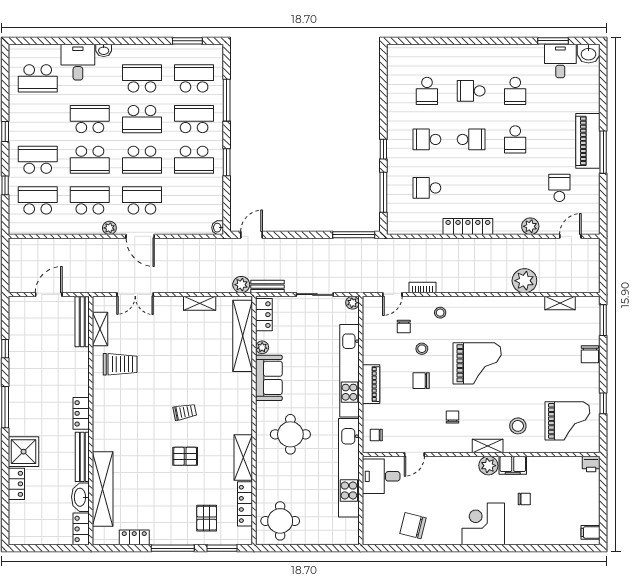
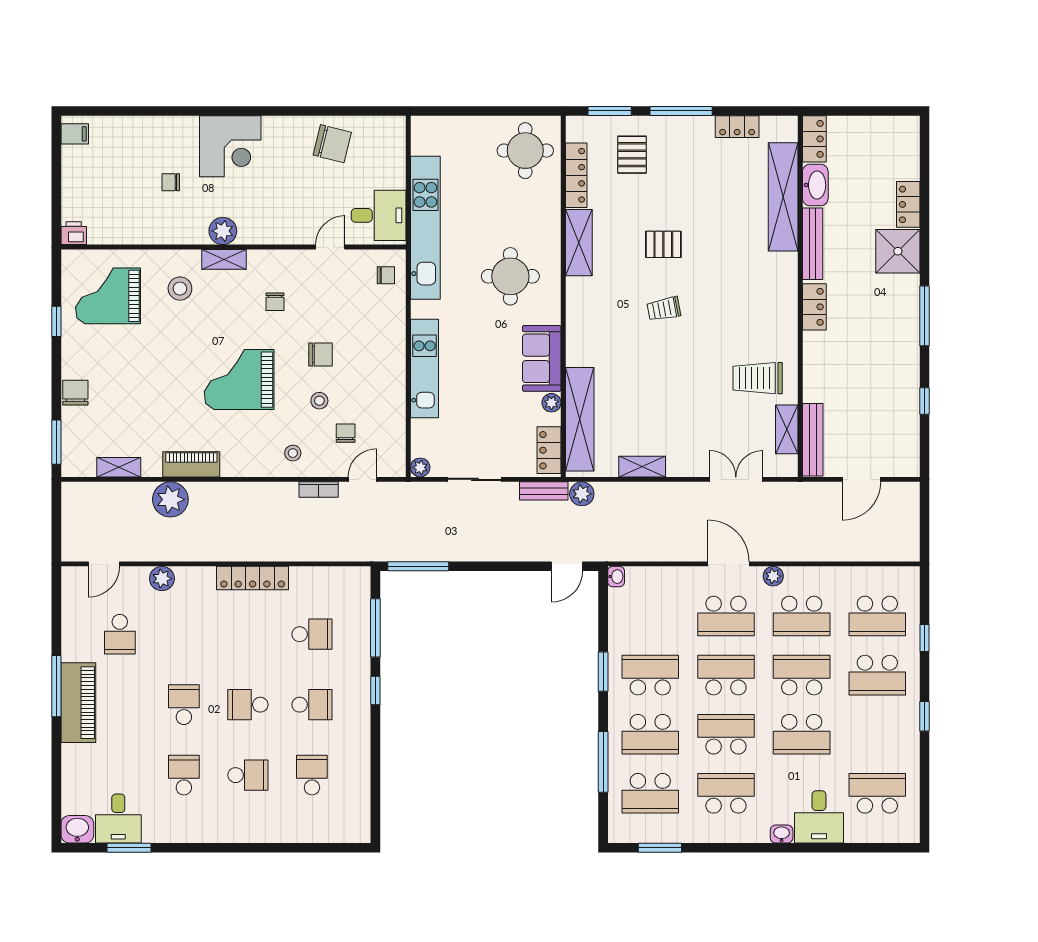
school desk: (142, 78) -> (726, 793), turned 180
kitchen unit: (349, 371) -> (425, 369), width x0.73
piano: (371, 384) -> (191, 464), moved, turned 90
filing cabinet: (513, 465) -> (187, 232), removed

